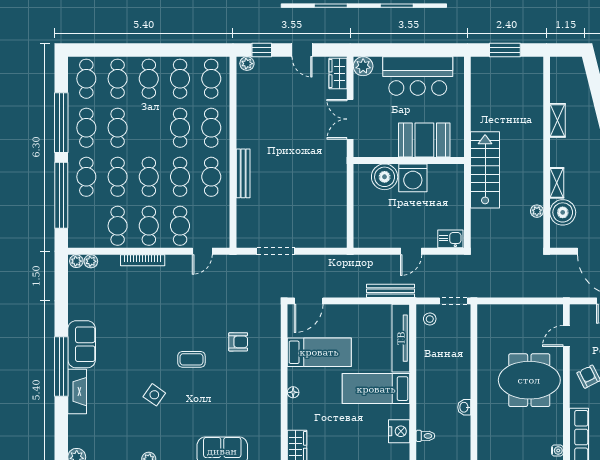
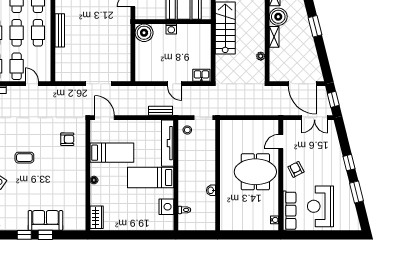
boiler: (385, 177) -> (144, 33), moved
washing machine: (413, 178) -> (171, 29), width x0.53, depth x0.53
boiler: (563, 212) -> (278, 17), moved
door: (202, 251) -> (32, 84), swing flipped
doorway: (276, 251) -> (98, 84), moved
door: (411, 251) -> (175, 84), hinge flipped
bench: (391, 291) -> (161, 111), width x0.73
door: (309, 301) -> (104, 118), swing flipped
armchair: (238, 342) -> (67, 139), moved

